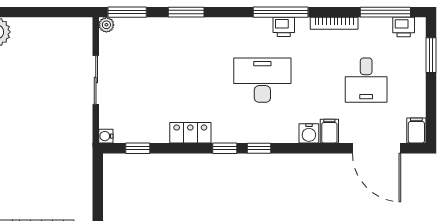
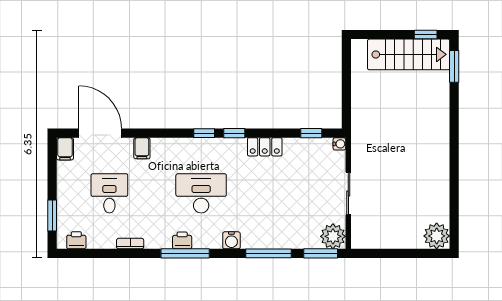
window: (186, 12) -> (269, 253), width x1.44
window: (385, 12) -> (92, 253), removed
bookcase: (334, 23) -> (130, 244), width x0.64
plant: (106, 25) -> (333, 236), width x1.88, depth x1.88
desk: (262, 80) -> (201, 193), turned 180
water cooler: (309, 133) -> (231, 240), moved, turned 180

